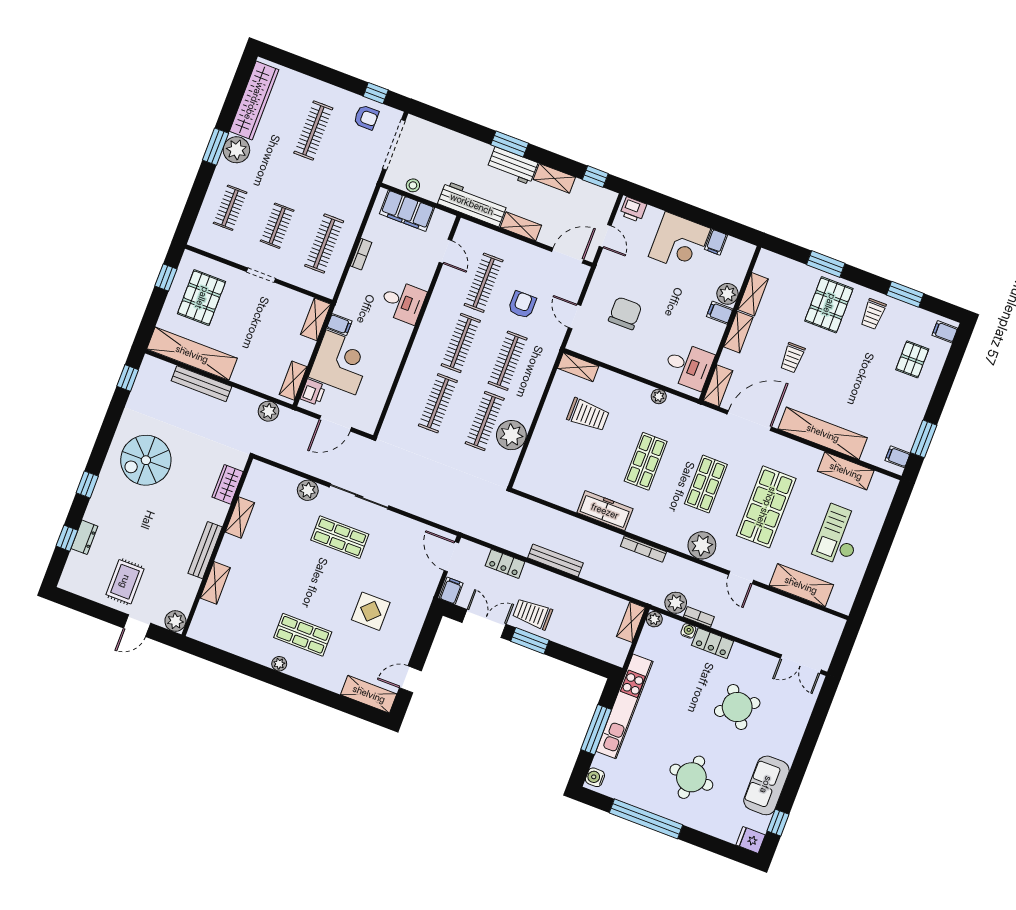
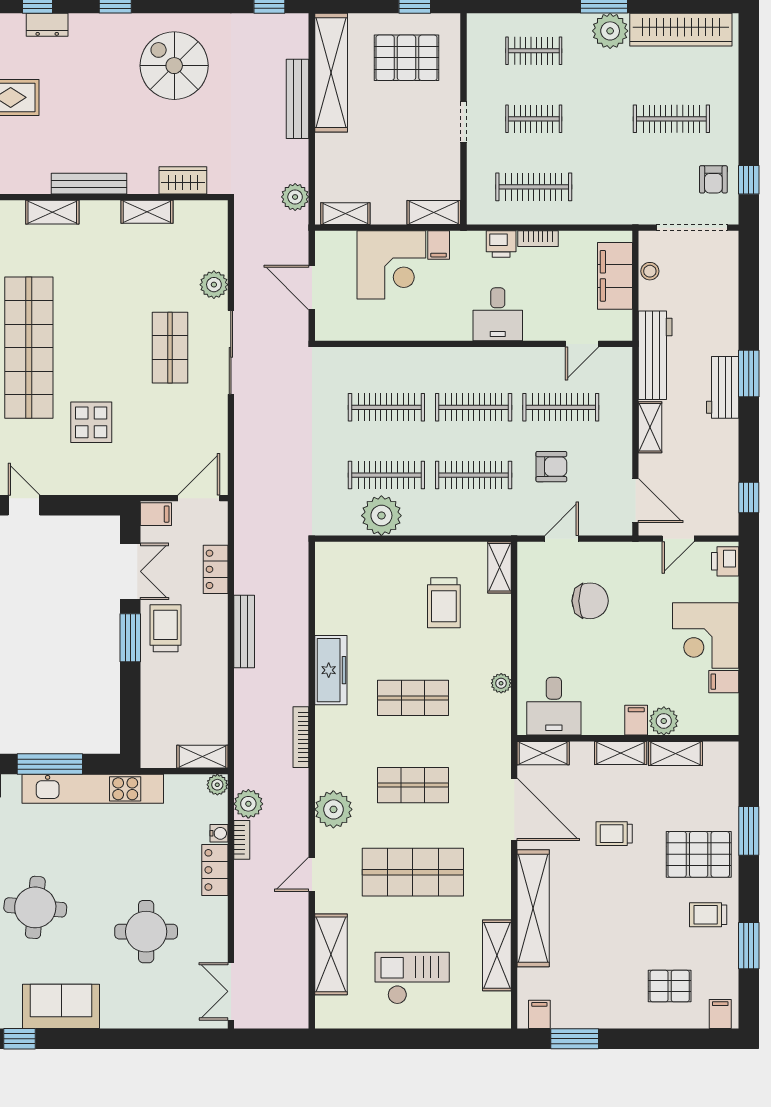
shelving: (554, 178) -> (727, 447), removed
printer: (313, 392) -> (501, 244), moved
shop shelf: (303, 635) -> (29, 348), width x2.00, depth x1.36
round table: (737, 707) -> (146, 932), turned 34

